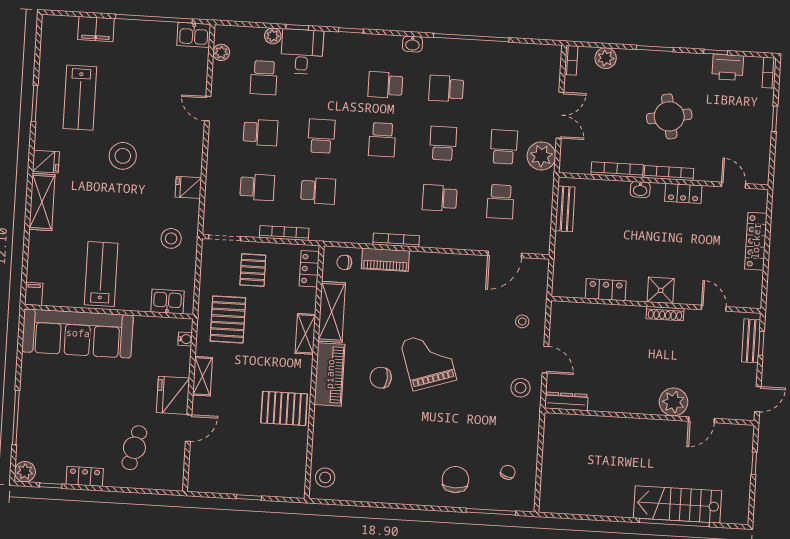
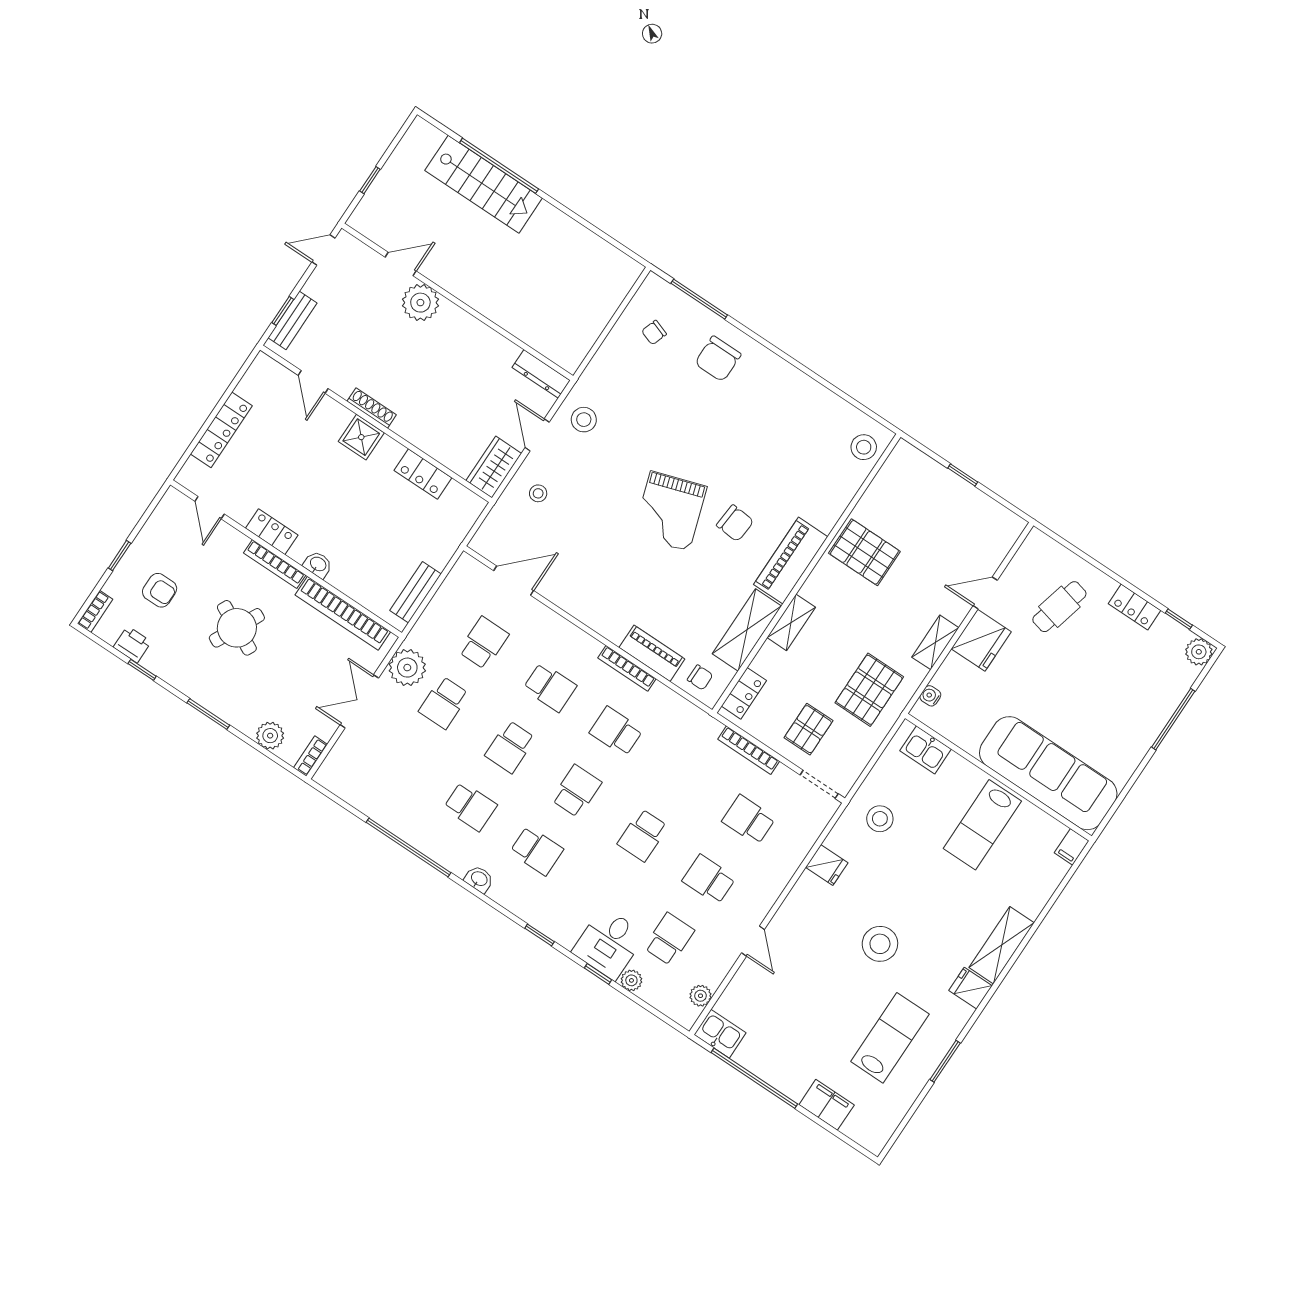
printer: (728, 67) -> (132, 644), width x0.73, depth x0.81
armchair: (735, 111) -> (160, 590), added
round table: (669, 116) -> (237, 628), turned 36
bookcase: (617, 170) -> (343, 613), width x1.48, depth x1.31
school desk: (318, 191) -> (616, 731), moved
wardrobe: (562, 322) -> (494, 467), added

